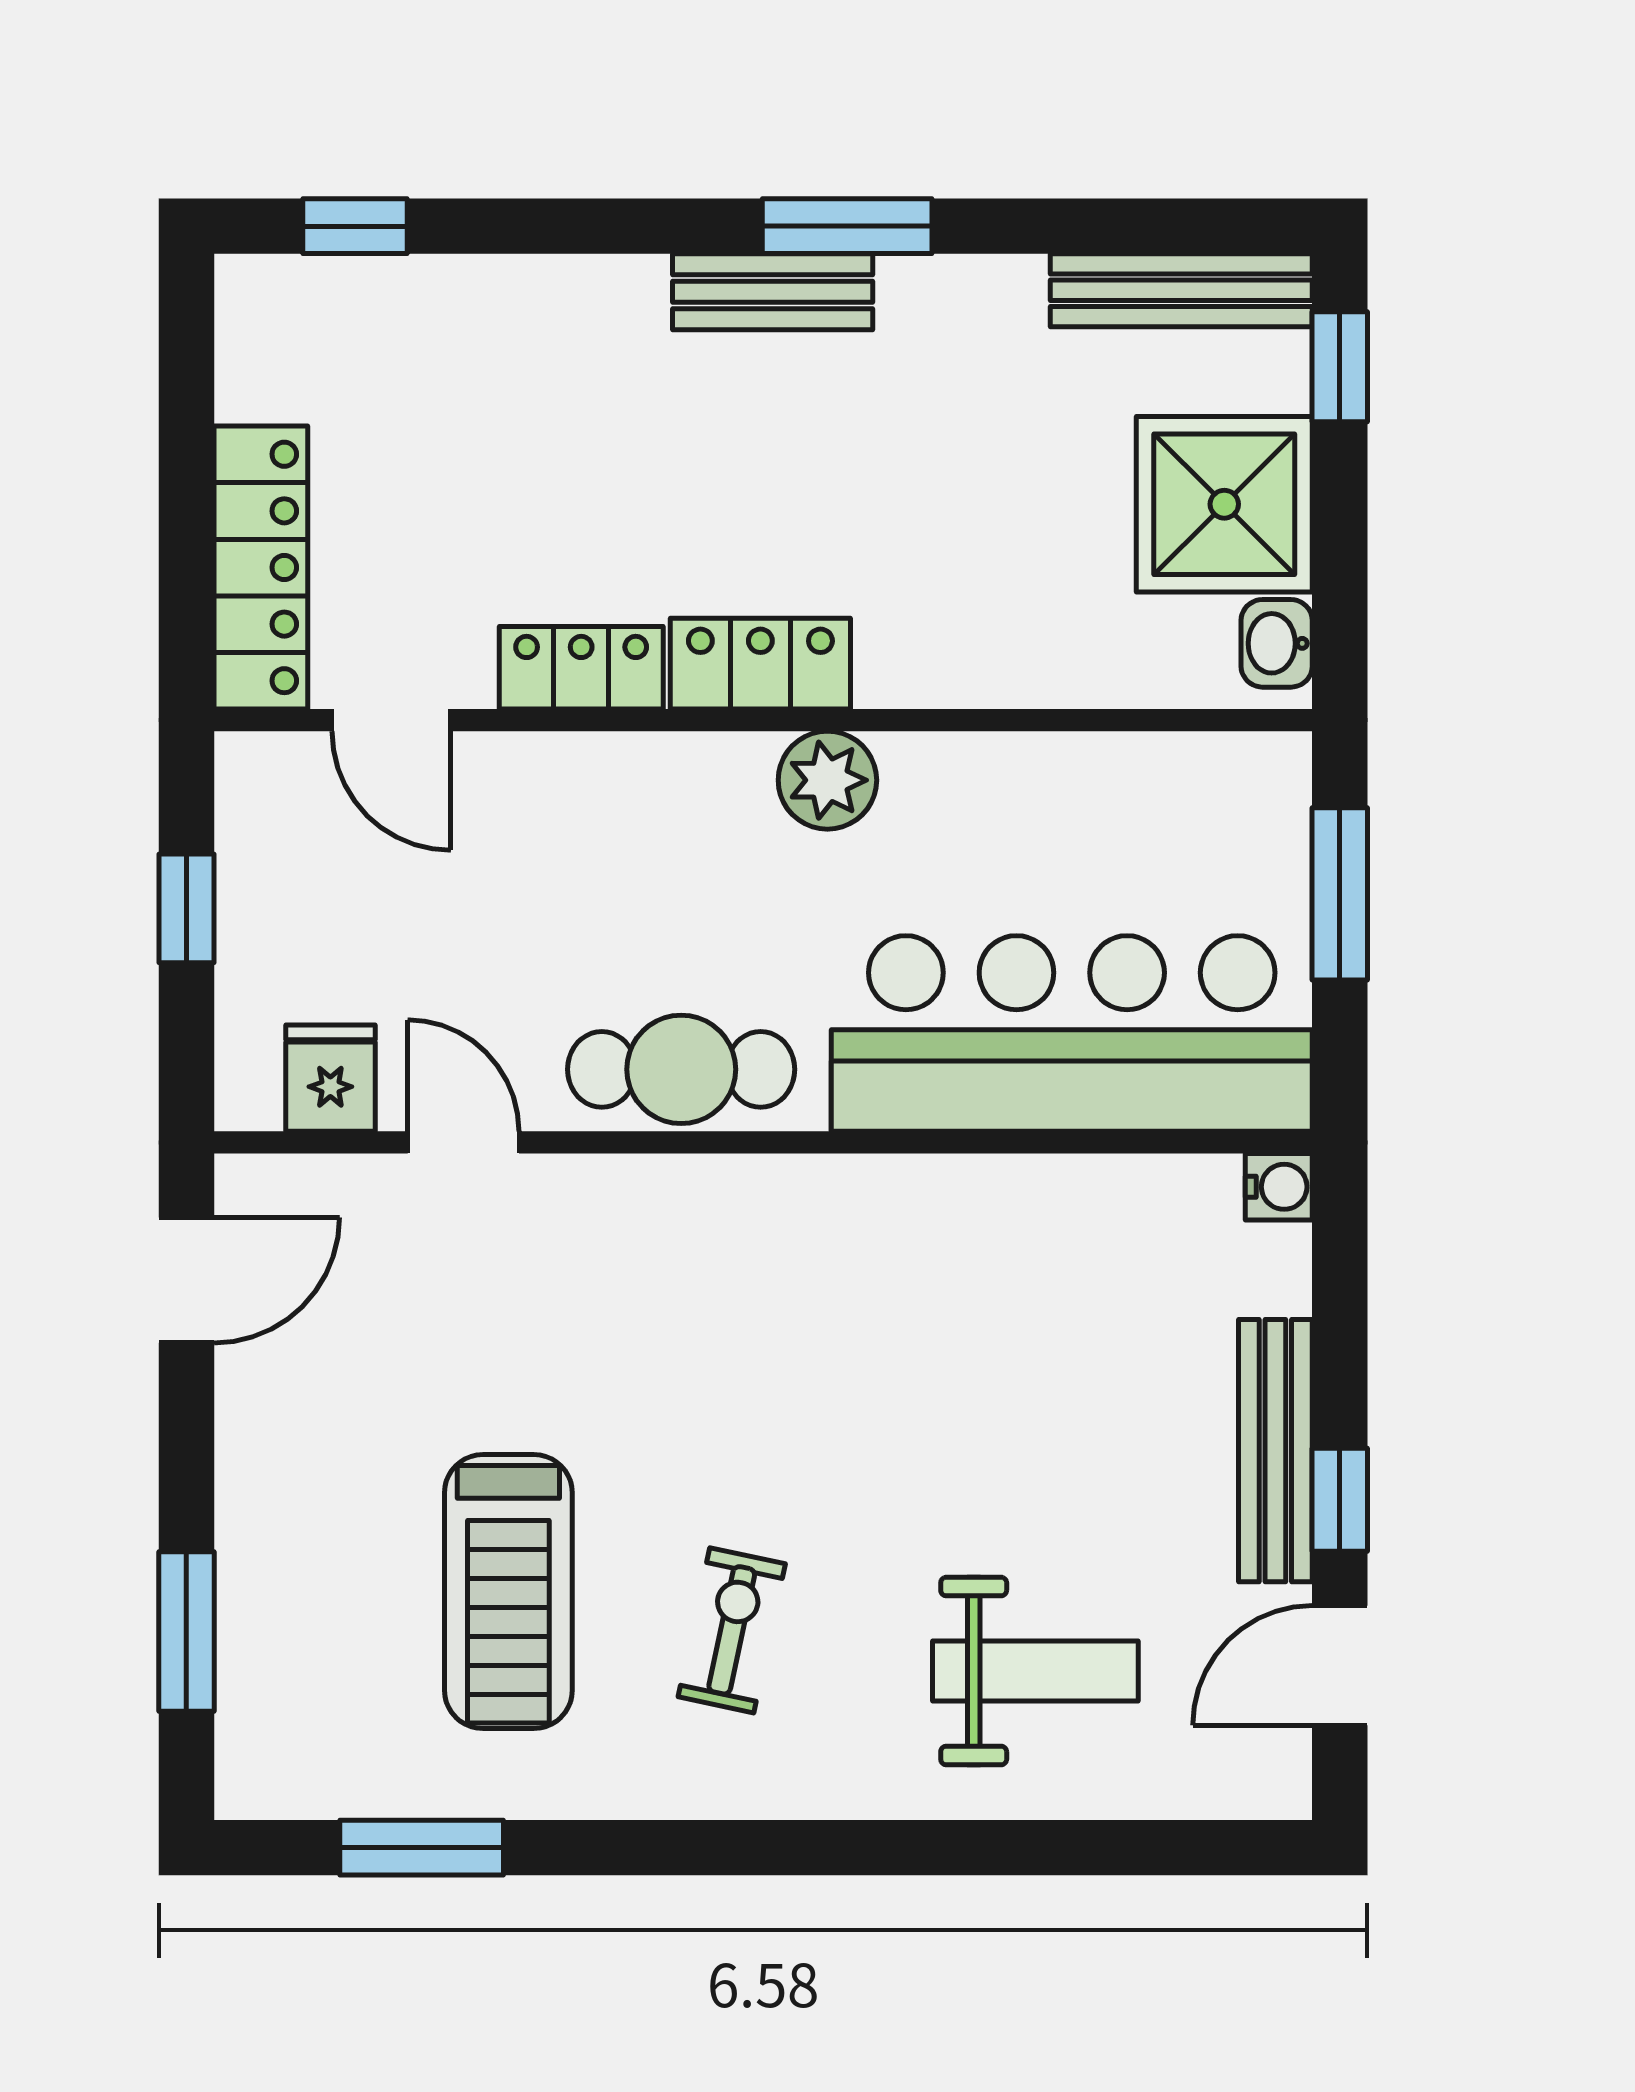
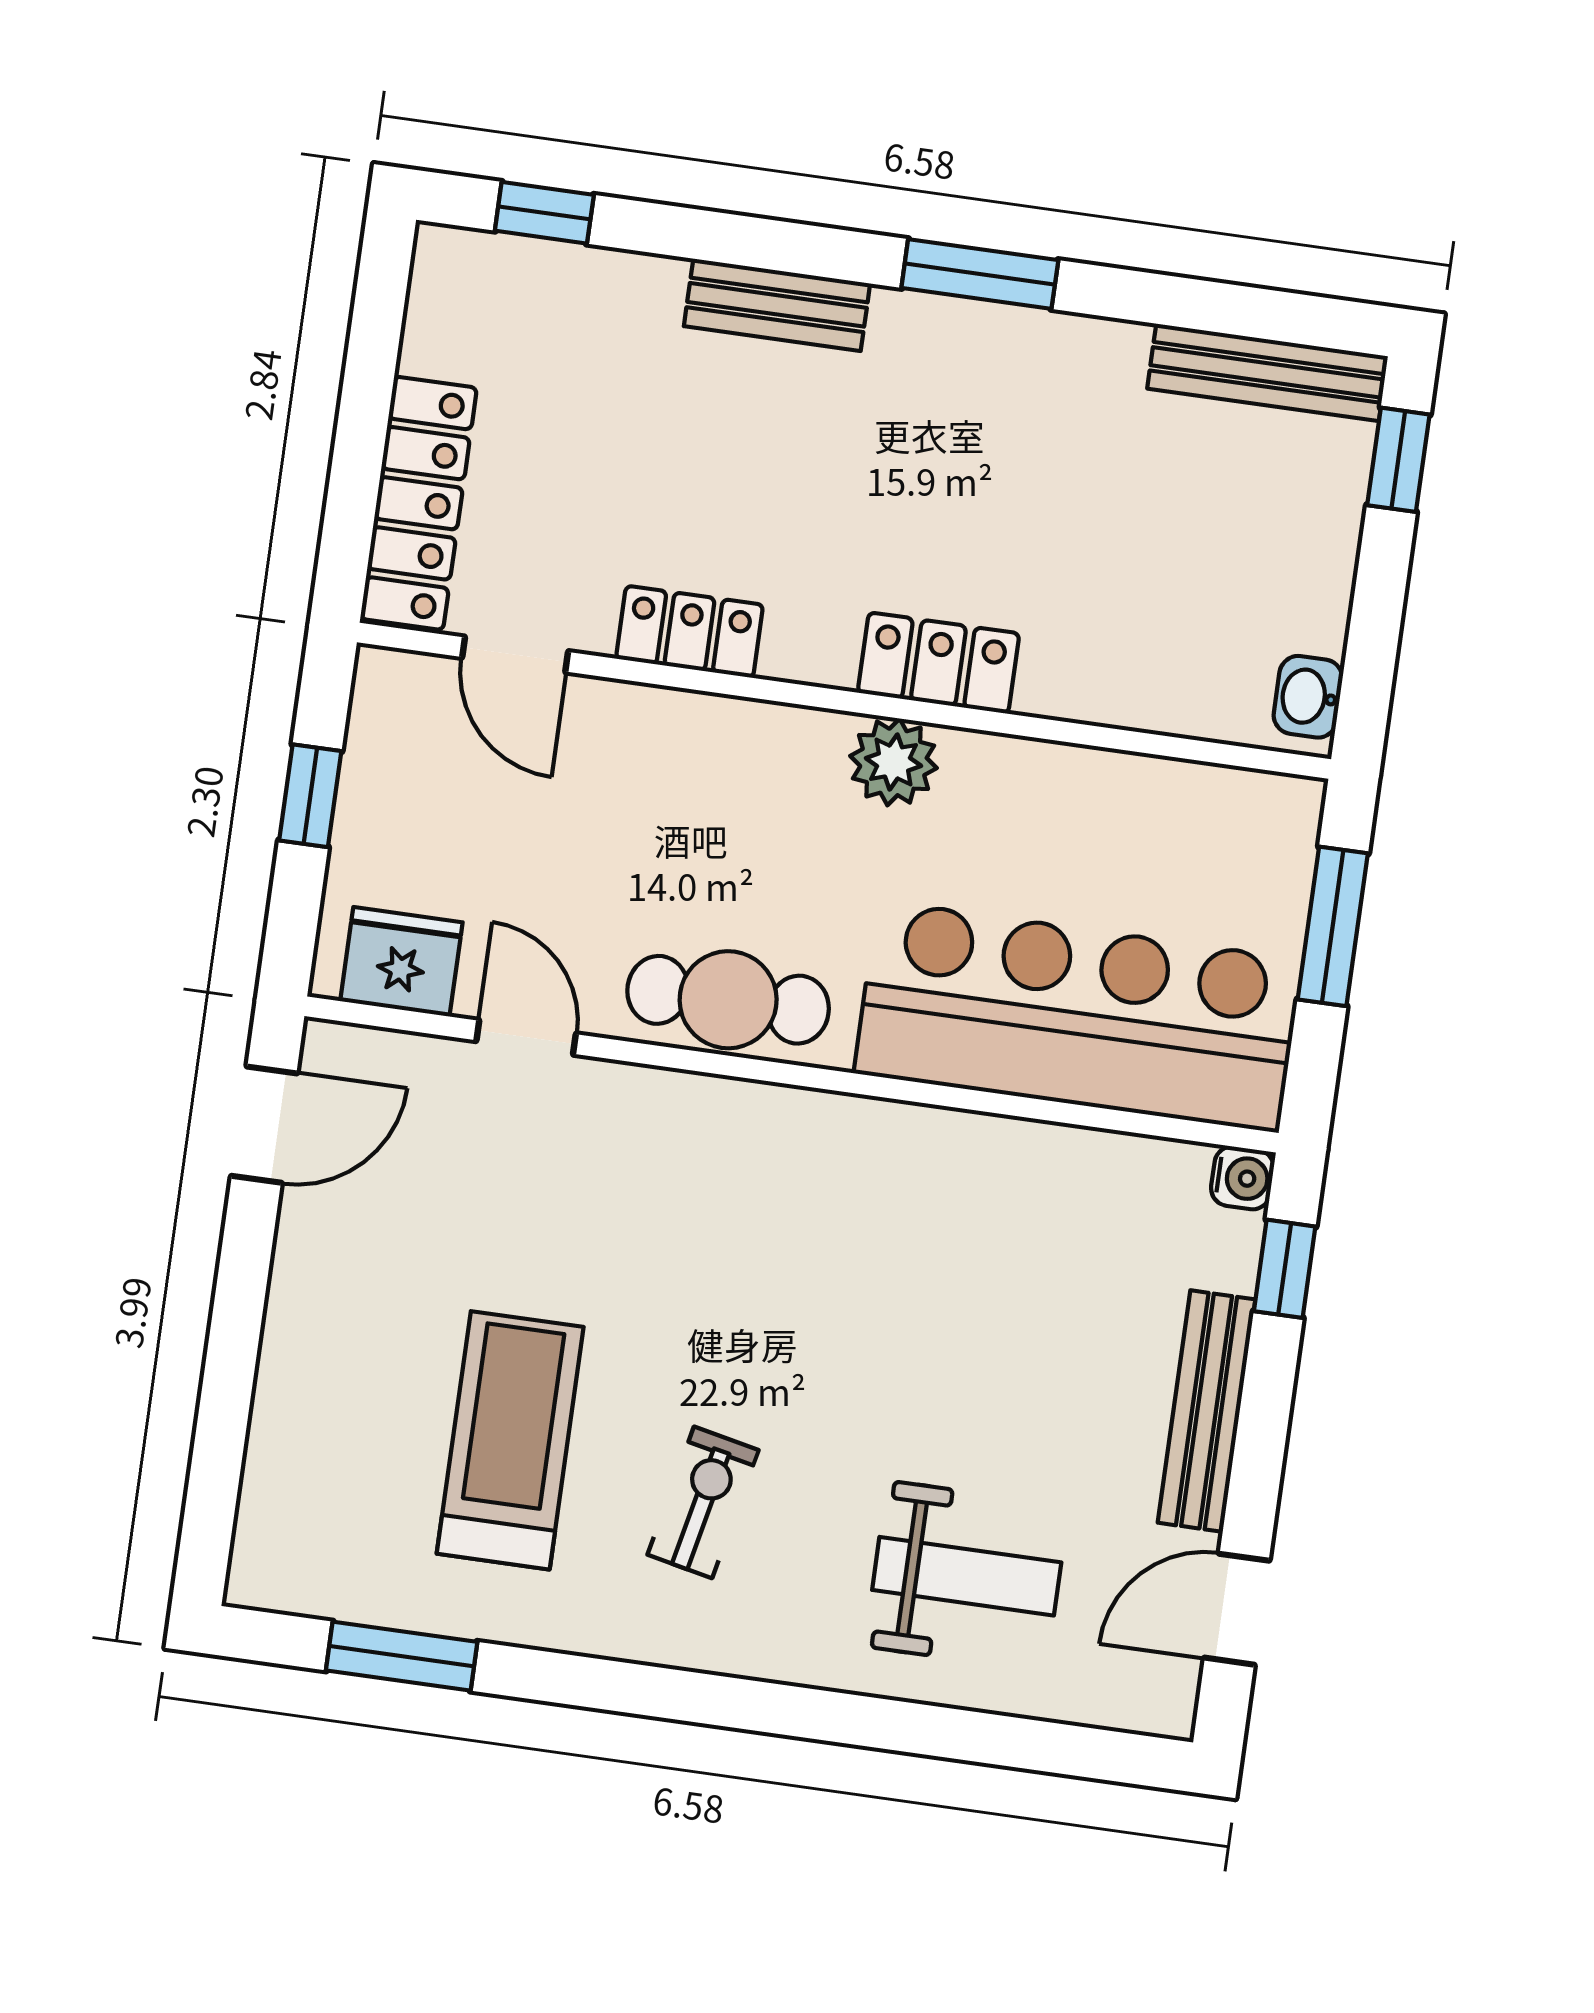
bench: (773, 292) -> (777, 305), moved
shower: (1224, 504) -> (1279, 567), removed
locker: (760, 664) -> (938, 663), moved
fridge: (330, 1078) -> (401, 962), width x1.38
window: (1340, 1500) -> (1285, 1269), moved
treadmill: (508, 1592) -> (510, 1440), turned 180
window: (186, 1631) -> (220, 1436), removed

